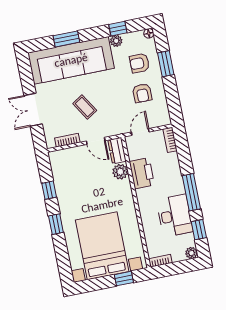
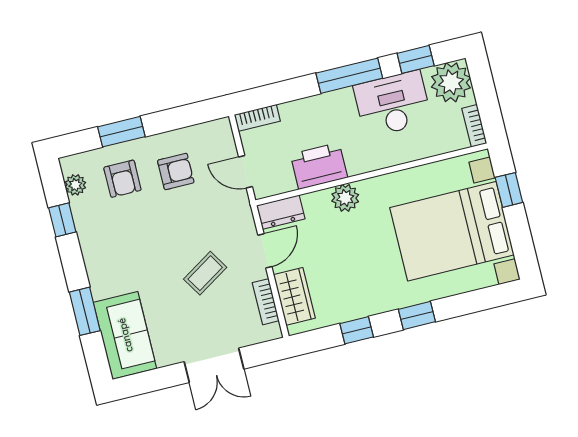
floor lamp: (149, 33) -> (68, 164), removed
plant: (116, 41) -> (75, 185), moved
sofa: (71, 60) -> (125, 335), width x0.54, depth x0.79
wardrobe: (70, 156) -> (294, 296), added
plant: (120, 172) -> (345, 198), moved
plant: (191, 253) -> (451, 82), width x1.88, depth x1.88

